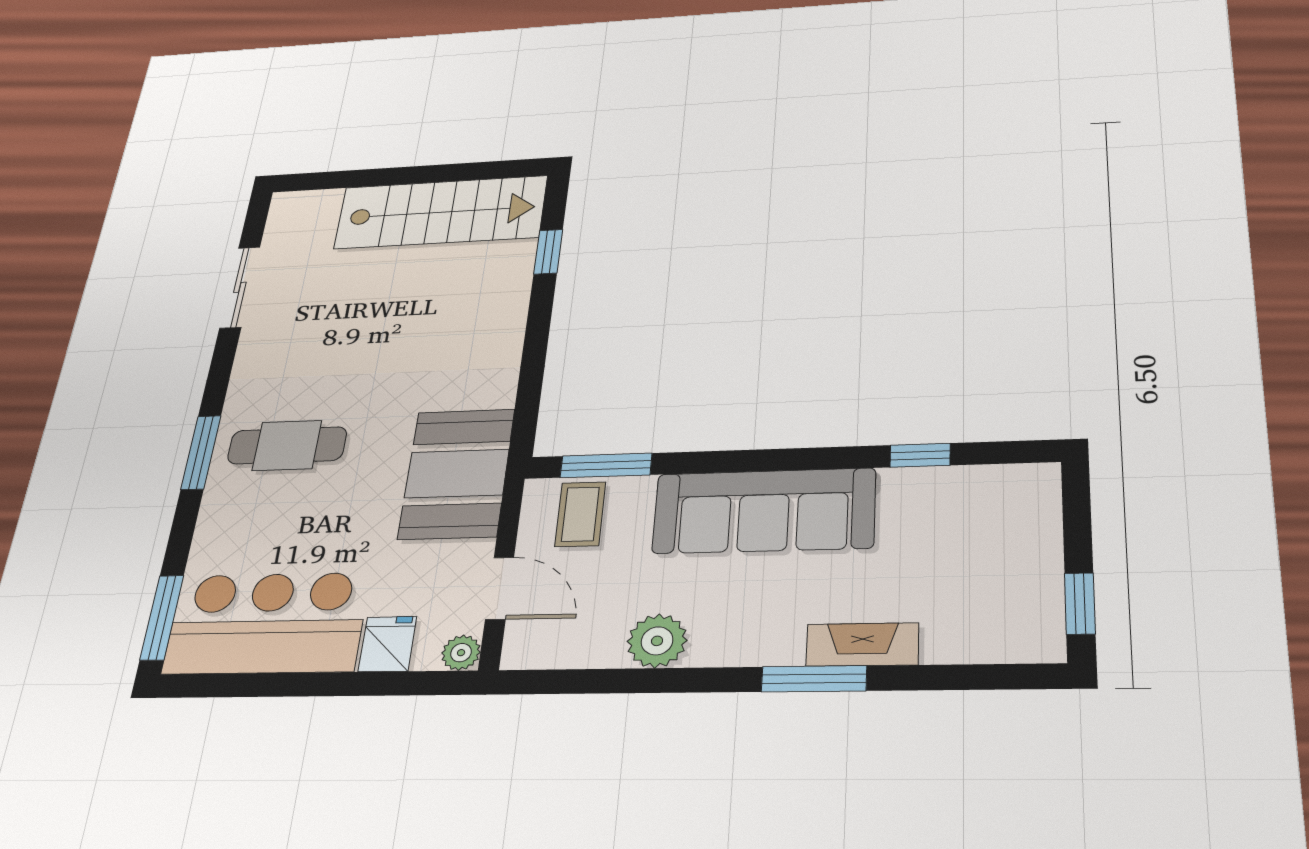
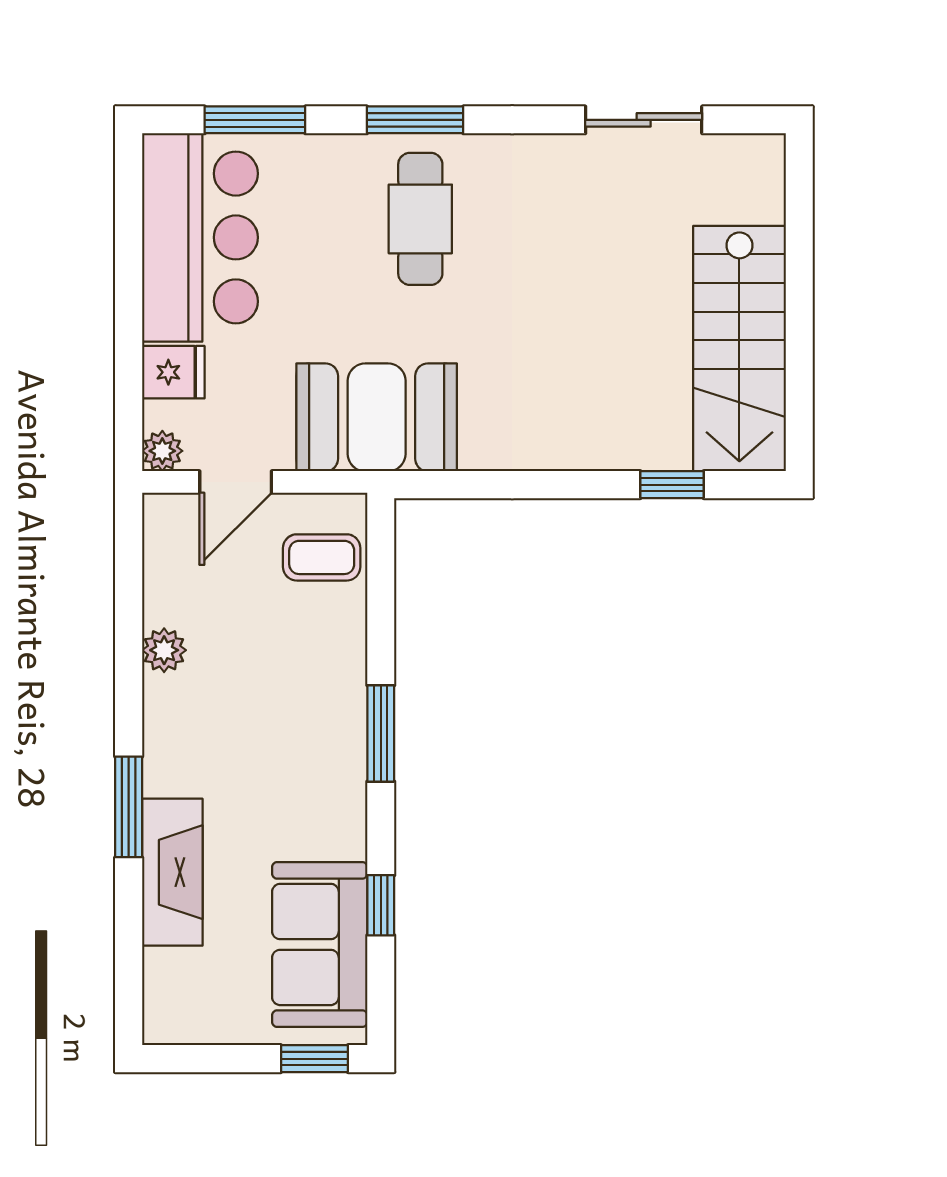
window: (606, 465) -> (381, 733), moved
sofa: (764, 511) -> (320, 944), moved, width x0.73
window: (1080, 604) -> (314, 1059), moved
window: (162, 617) -> (255, 120), moved
plant: (657, 641) -> (164, 650), width x0.73, depth x0.73
fireplace: (862, 644) -> (172, 872), width x1.37, depth x1.32

